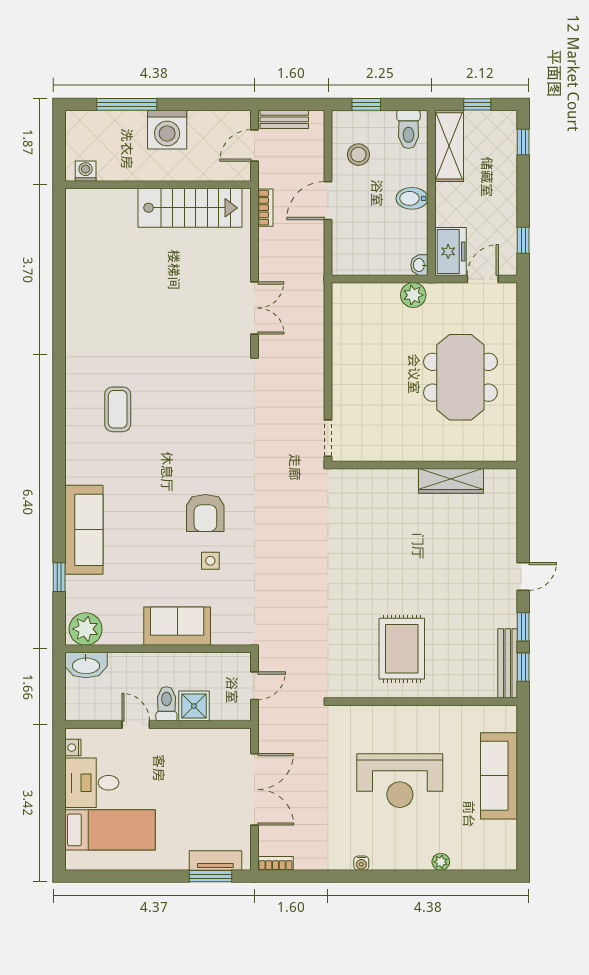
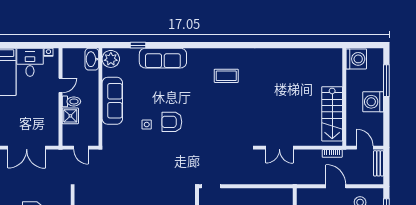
washing machine: (86, 171) -> (356, 59), width x1.89, depth x1.89
sofa: (177, 626) -> (112, 101), width x1.36

